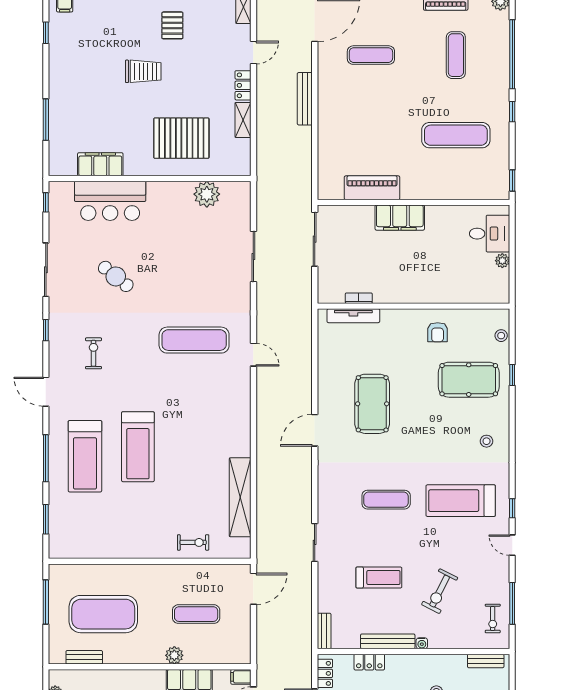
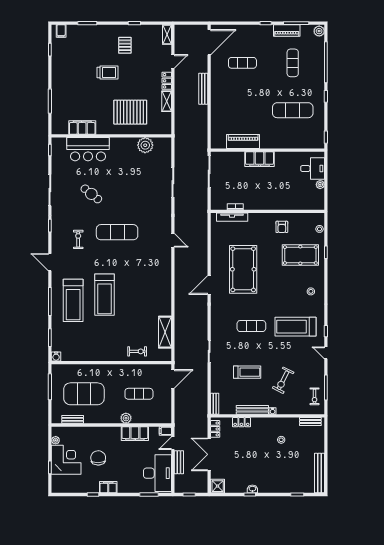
exercise mat: (194, 340) -> (117, 232), moved
pool table: (372, 404) -> (243, 269), width x1.36, depth x1.32
shelving: (240, 497) -> (165, 332), width x0.68
water cooler: (56, 551) -> (56, 356), added

